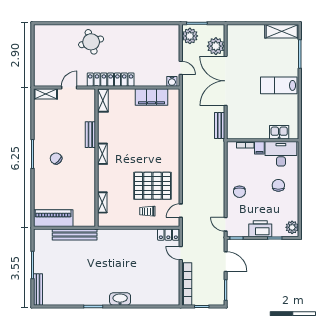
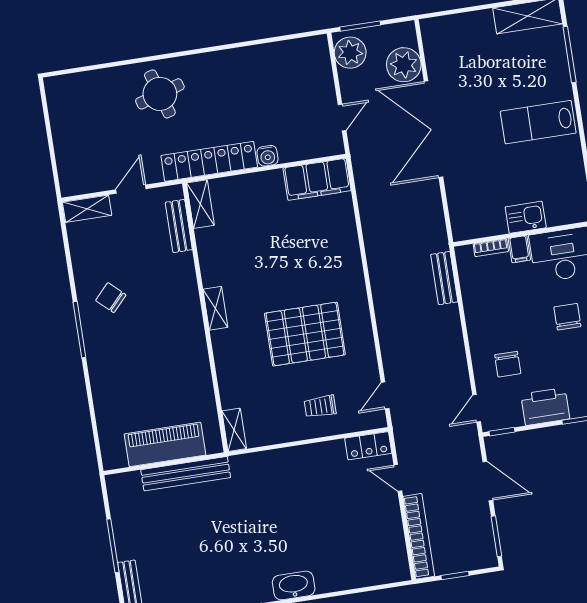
door: (181, 68) -> (342, 118), hinge flipped
water cooler: (172, 81) -> (268, 156), moved
filing cabinet: (152, 97) -> (317, 179), moved
bench: (220, 126) -> (444, 278), moved
kitchen sink: (279, 132) -> (526, 217), moved
bench: (90, 135) -> (179, 226), moved
chair: (56, 159) -> (111, 298), moved
pallet: (152, 186) -> (305, 334), moved
chair: (239, 192) -> (508, 364), moved
shelving: (102, 202) -> (234, 430), moved
piano: (53, 218) -> (165, 444), moved
door: (226, 224) -> (477, 408), hinge flipped

